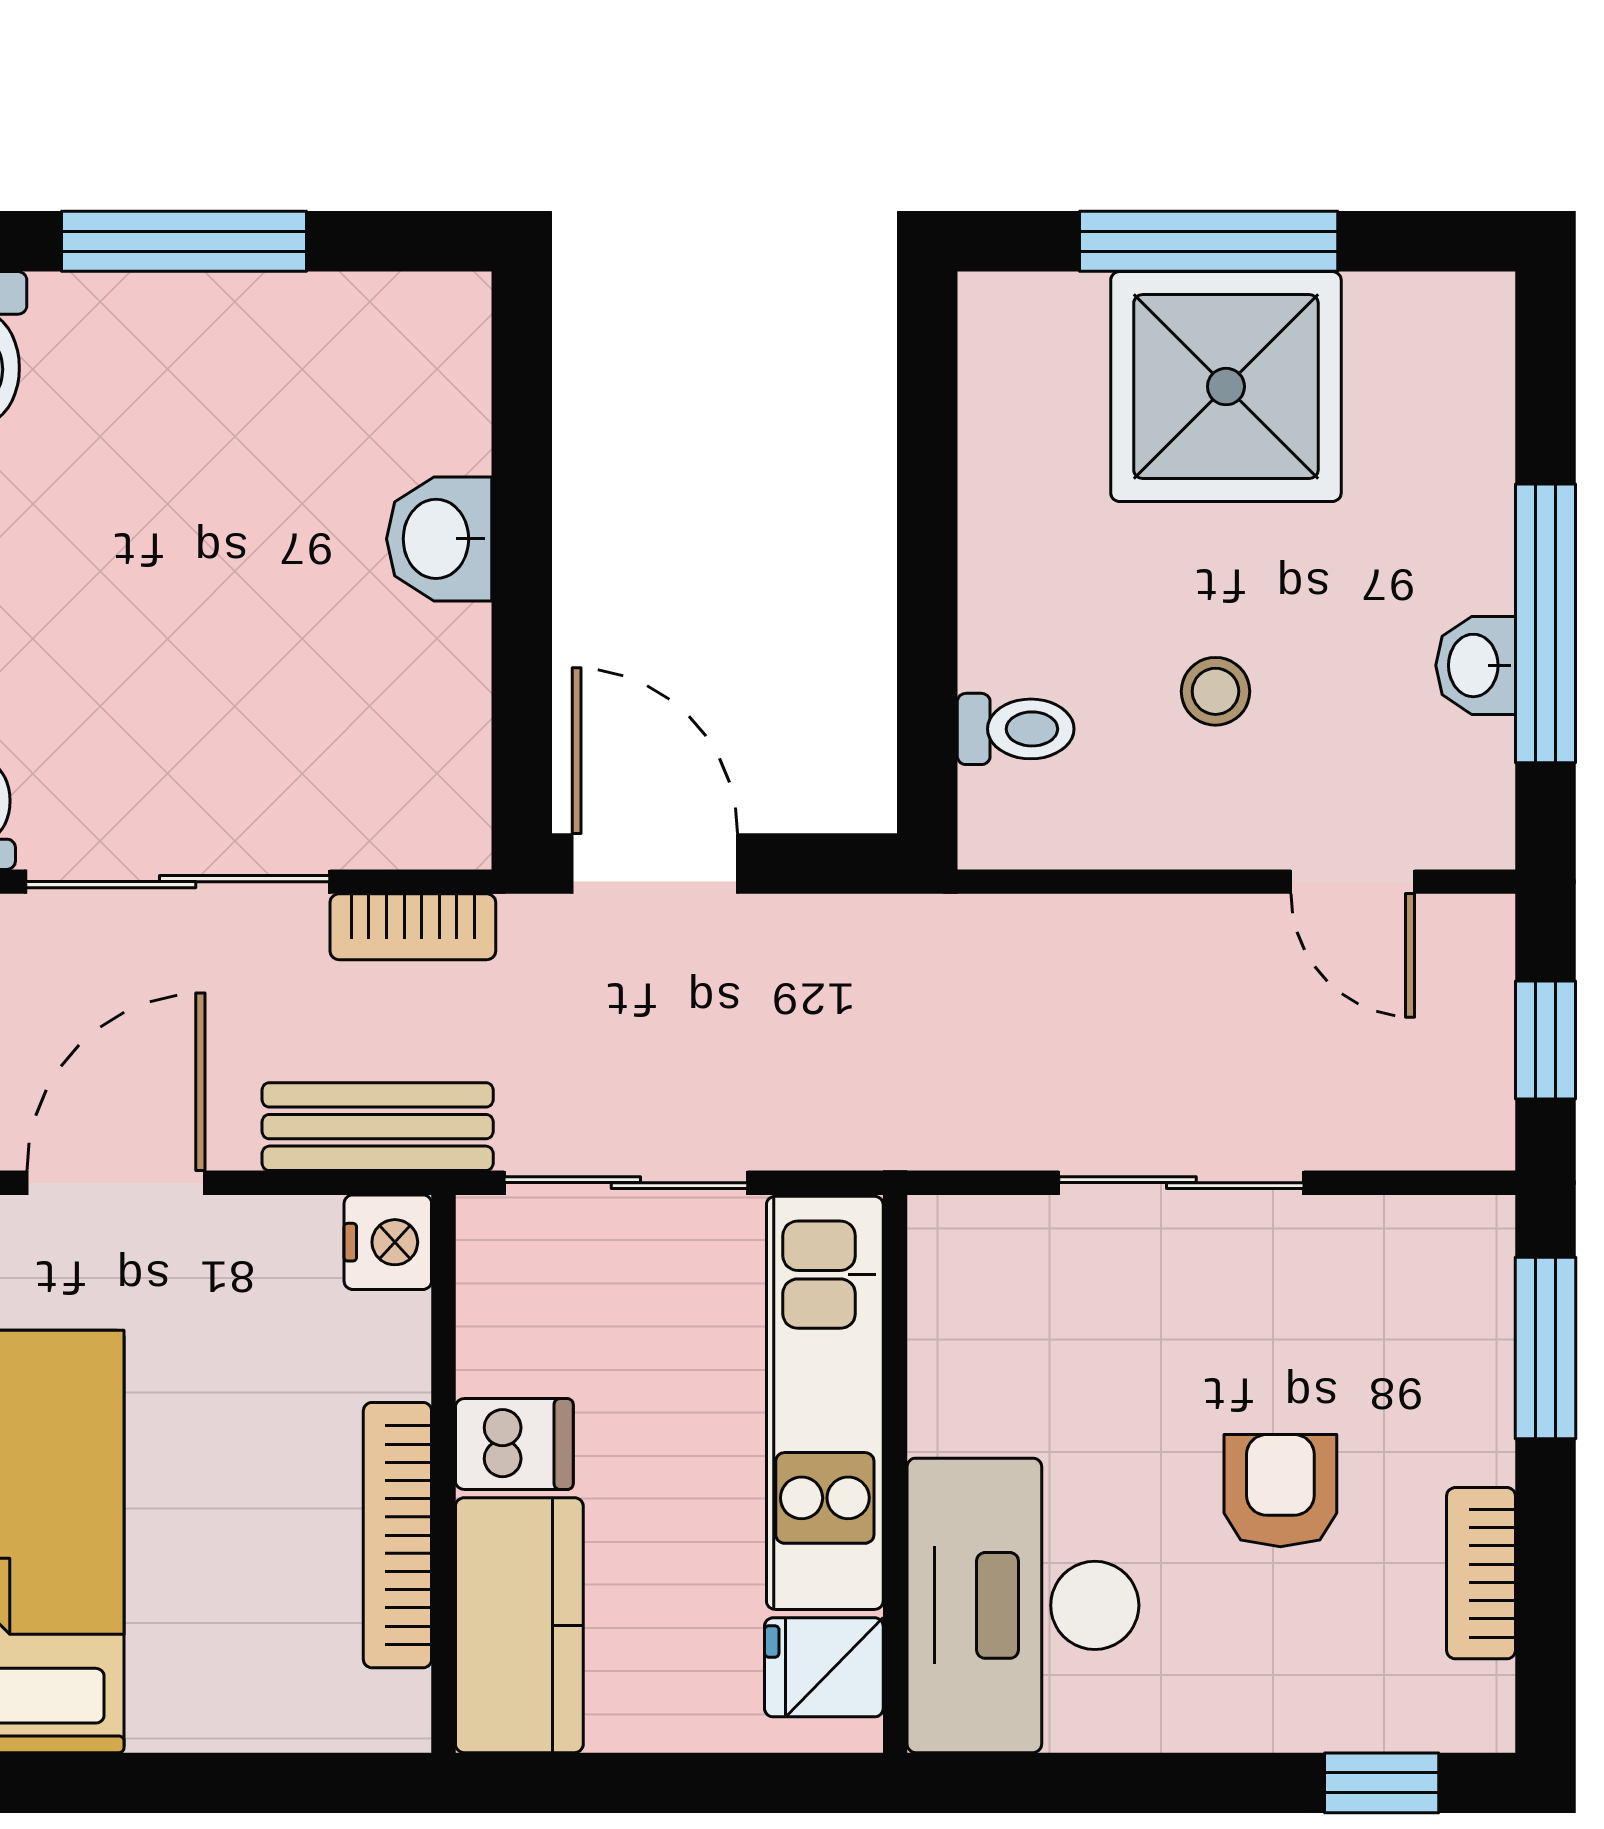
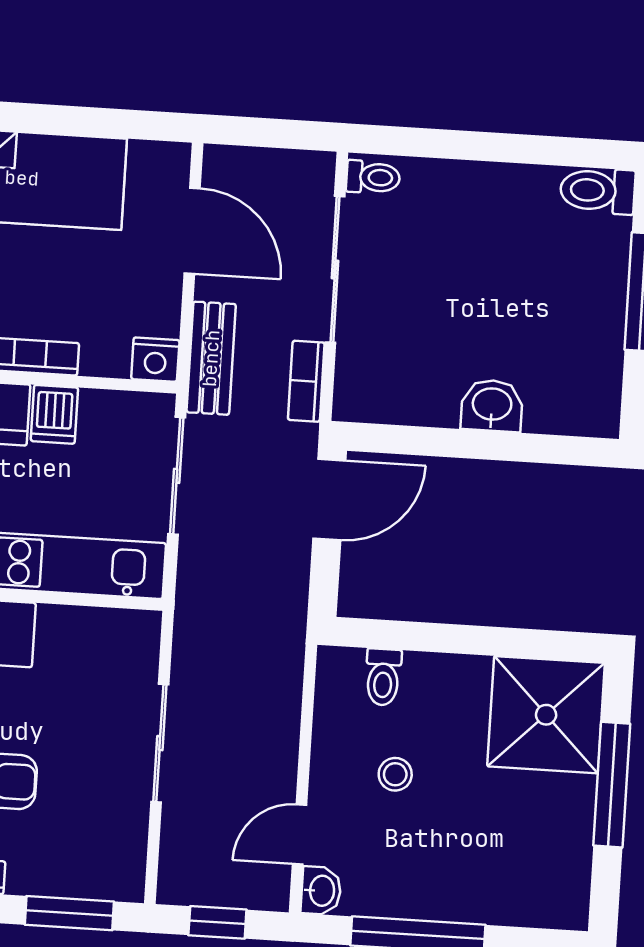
shower: (1226, 387) -> (546, 715), moved
washbasin: (1476, 665) -> (321, 891), moved, turned 90

